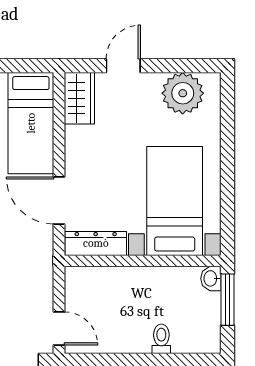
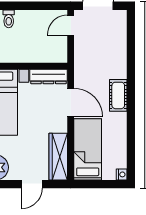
wardrobe: (79, 98) -> (58, 157), width x1.50
door: (59, 328) -> (71, 25), hinge flipped

